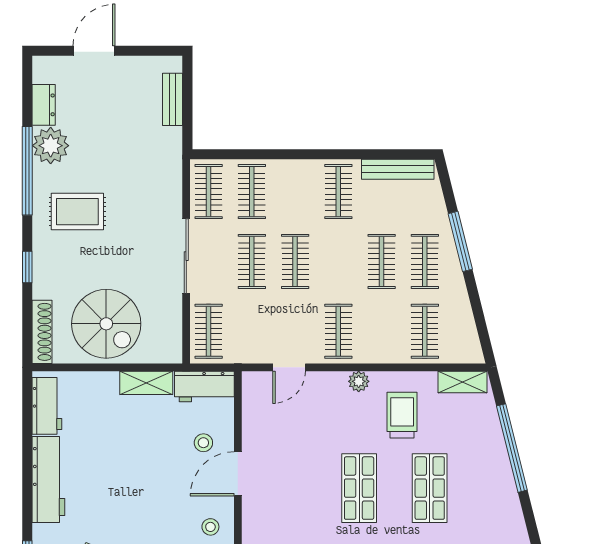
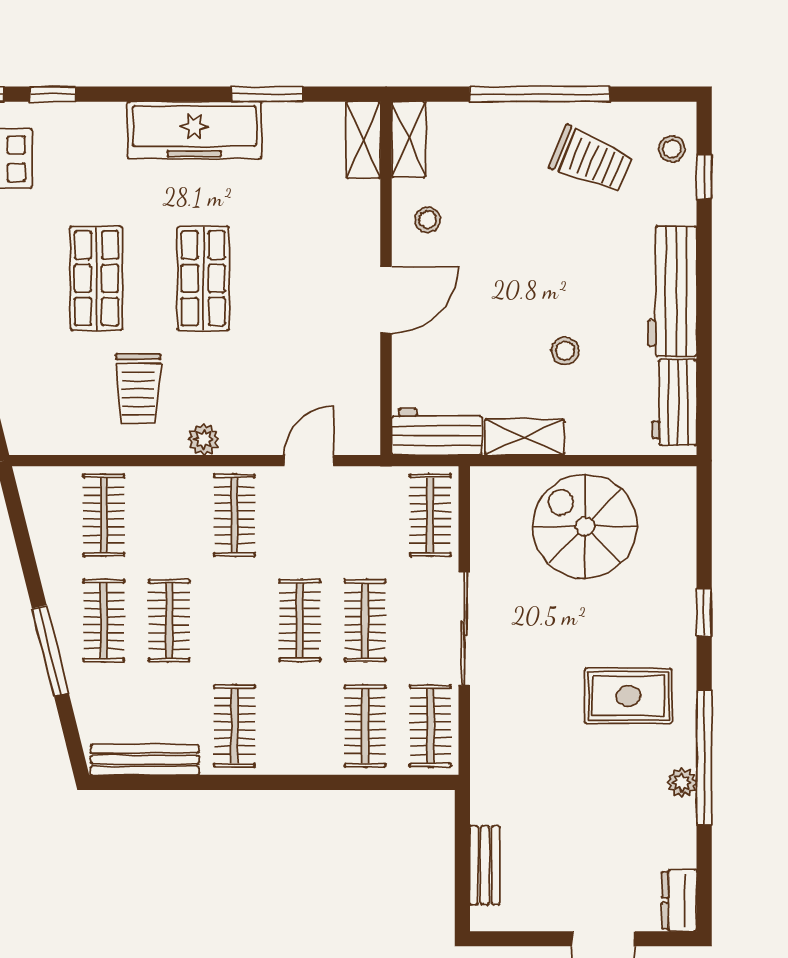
dresser: (44, 105) -> (679, 900), moved
plant: (51, 146) -> (682, 782), width x0.53, depth x0.53
shoe rack: (42, 332) -> (682, 514), removed
shelving: (462, 382) -> (47, 438), removed
stool: (203, 443) -> (565, 351), moved

